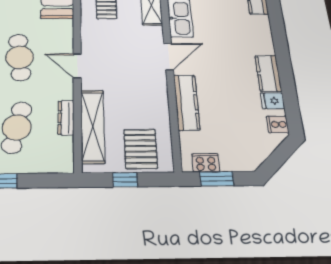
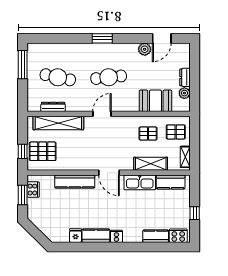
dresser: (66, 118) -> (53, 107), moved
cooker: (278, 124) -> (116, 236), moved
window: (125, 180) -> (23, 151), moved

